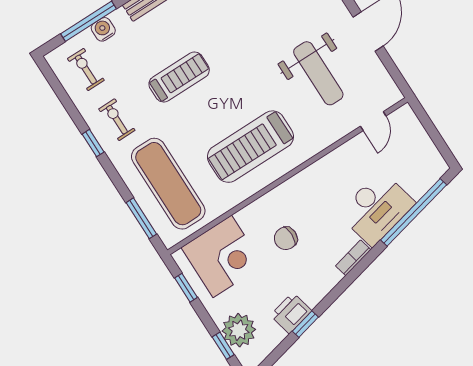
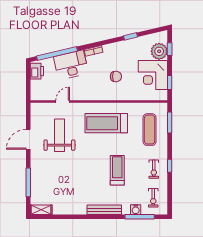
treadmill: (179, 77) -> (117, 170), turned 90
door: (373, 121) -> (63, 101), moved
treadmill: (250, 147) -> (106, 123), turned 180
exercise mat: (168, 184) -> (150, 130), width x0.73, depth x0.69
corner desk: (222, 256) -> (153, 75), moved, turned -90
printer: (291, 313) -> (37, 71), moved, turned -77

